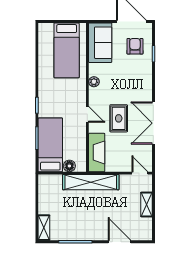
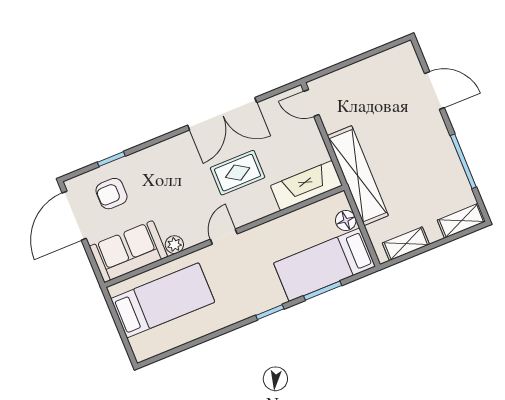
plant: (94, 82) -> (174, 245), moved
door: (87, 114) -> (224, 237), moved
door: (140, 173) -> (311, 103), hinge flipped
shelving: (147, 204) -> (406, 244), moved
door: (120, 242) -> (434, 91), swing flipped

